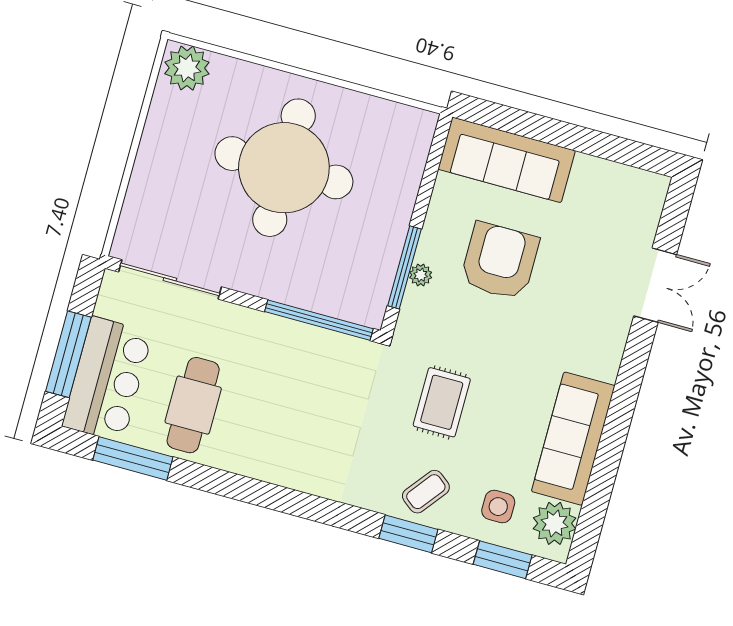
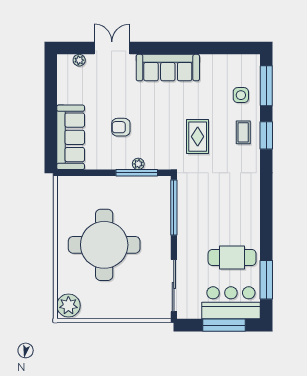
armchair: (500, 261) -> (121, 127), width x0.53, depth x0.53
rug: (442, 402) -> (198, 137), turned 90
sofa: (573, 439) -> (168, 68), moved
coffee table: (426, 492) -> (243, 132), turned 52
plant: (555, 523) -> (79, 60), moved, width x0.53, depth x0.53
window: (503, 560) -> (266, 86), width x1.44

